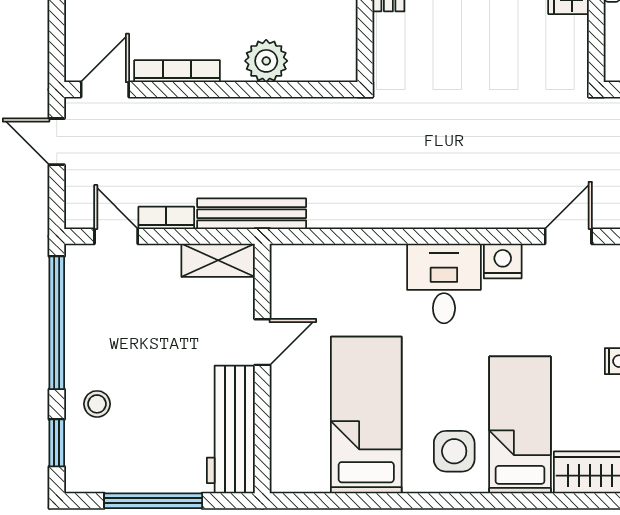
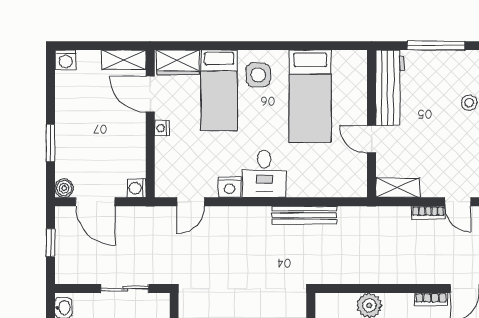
bookcase: (177, 71) -> (431, 299), width x0.64
bench: (252, 214) -> (304, 215), moved
door: (262, 342) -> (372, 139), hinge flipped

